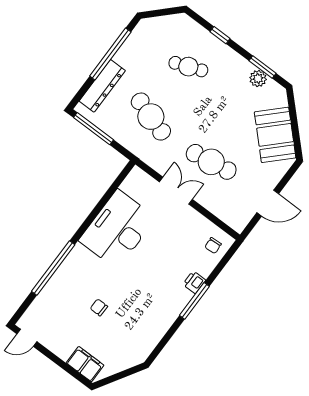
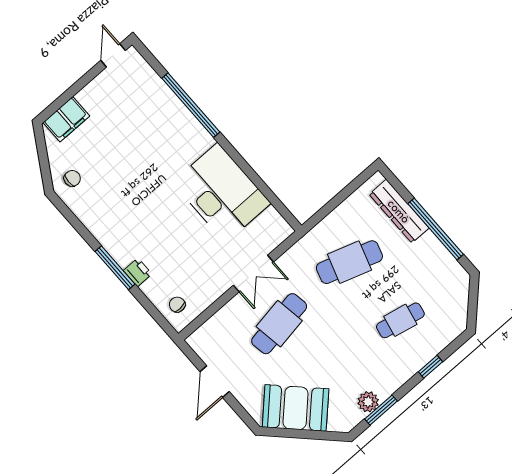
cafe table: (188, 67) -> (400, 320), turned 33
window: (93, 129) -> (349, 189), removed
chair: (99, 307) -> (72, 178), moved

